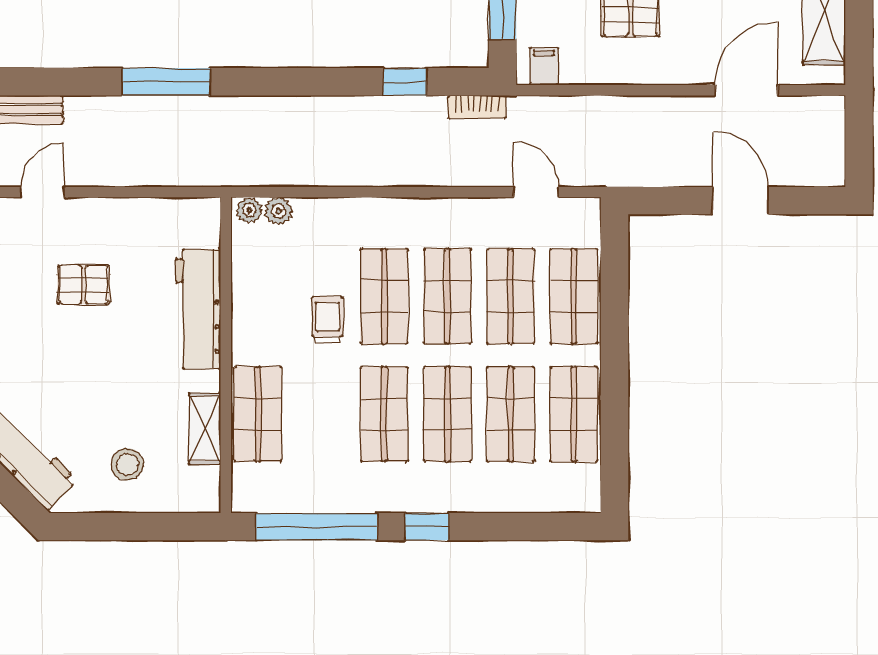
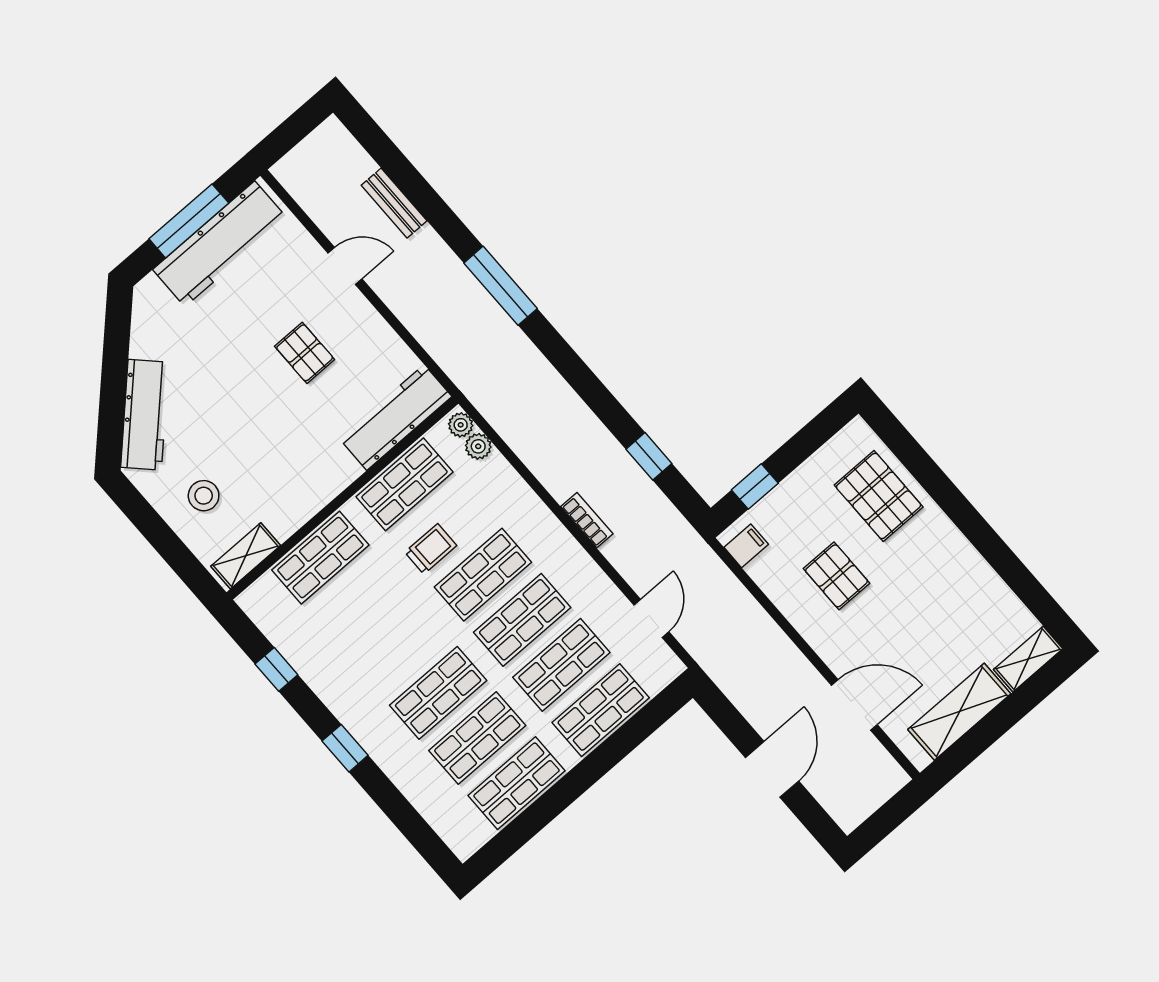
bookcase: (477, 107) -> (587, 520), moved, turned 180
workbench: (198, 309) -> (395, 417), moved
shop shelf: (384, 414) -> (404, 484), moved
shelving: (205, 429) -> (246, 556), moved
window: (317, 527) -> (276, 669), width x0.32

